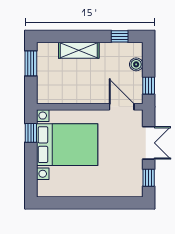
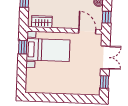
wardrobe: (57, 96) -> (42, 22), added
bed with nightstands: (67, 145) -> (48, 50), width x0.73

